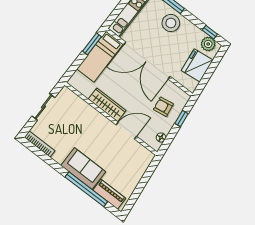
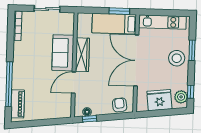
armchair: (163, 107) -> (120, 105), moved
window: (182, 119) -> (90, 119), moved
door: (126, 131) -> (74, 83), swing flipped
sofa: (83, 169) -> (63, 53), moved, turned 180

